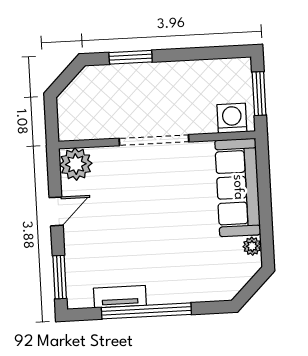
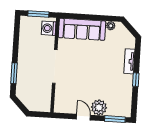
plant: (76, 164) -> (99, 107), moved
tv unit: (120, 297) -> (129, 61), moved
window: (146, 311) -> (136, 80), width x0.32

